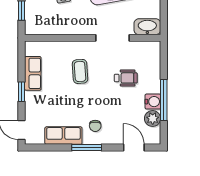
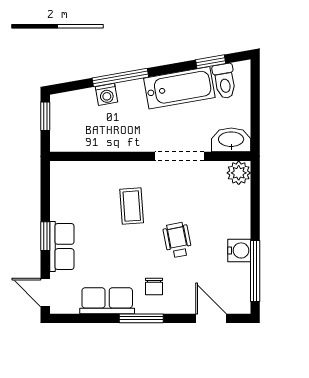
row of seats: (33, 73) -> (62, 246), moved
wheelchair: (126, 78) -> (177, 240), moved, turned -101
window: (164, 100) -> (255, 271), moved
plant: (153, 119) -> (239, 173), moved

